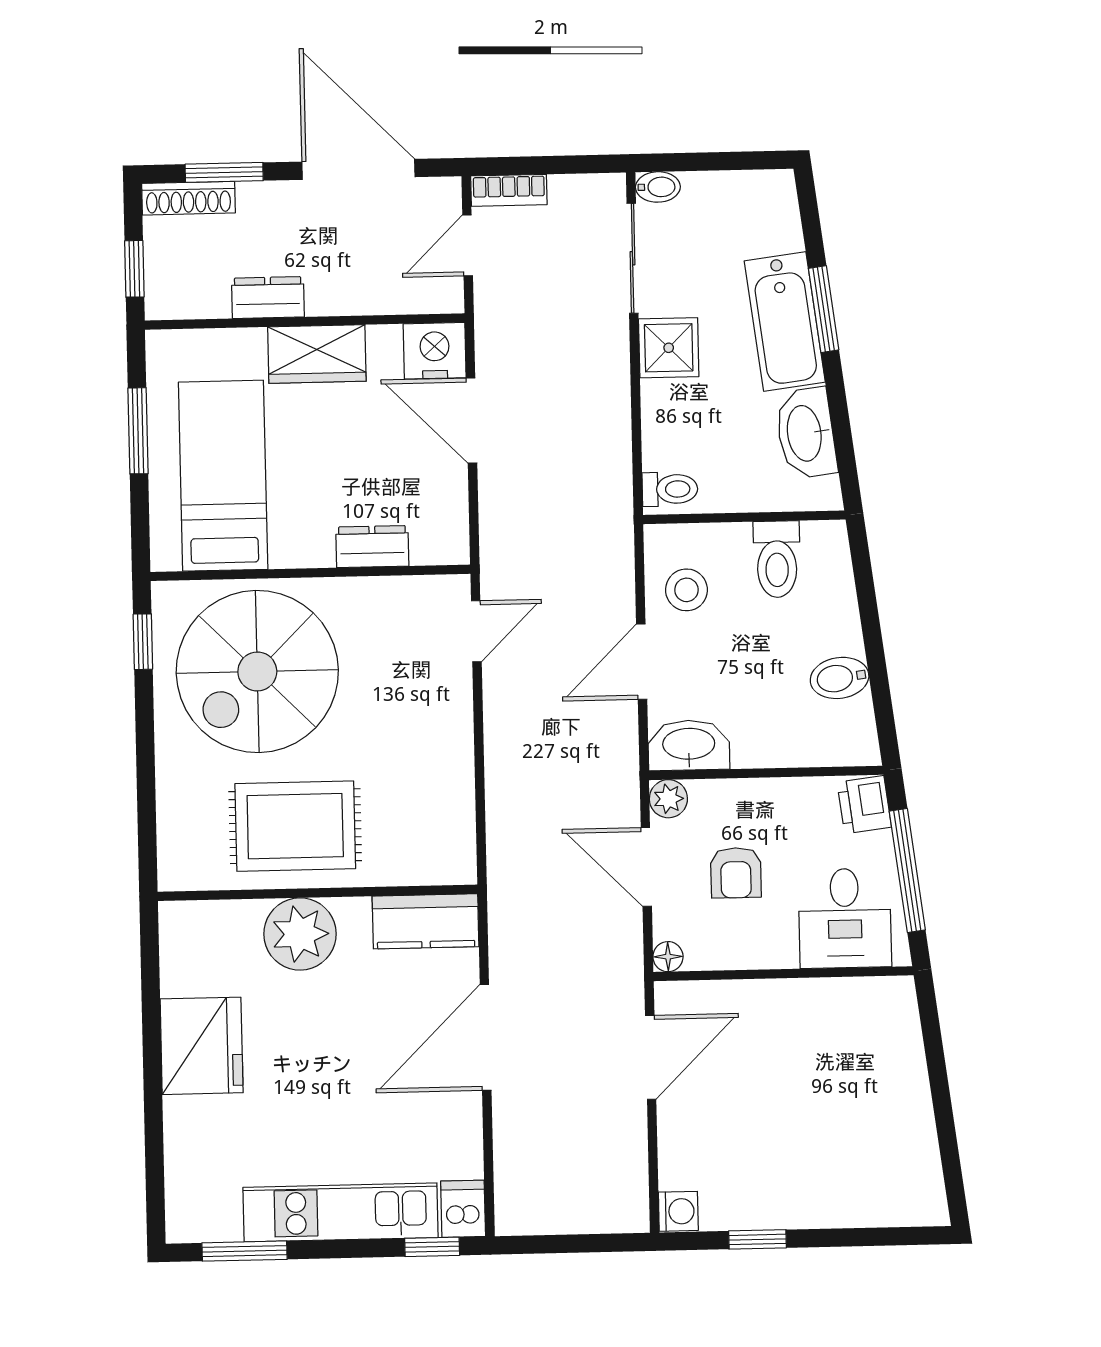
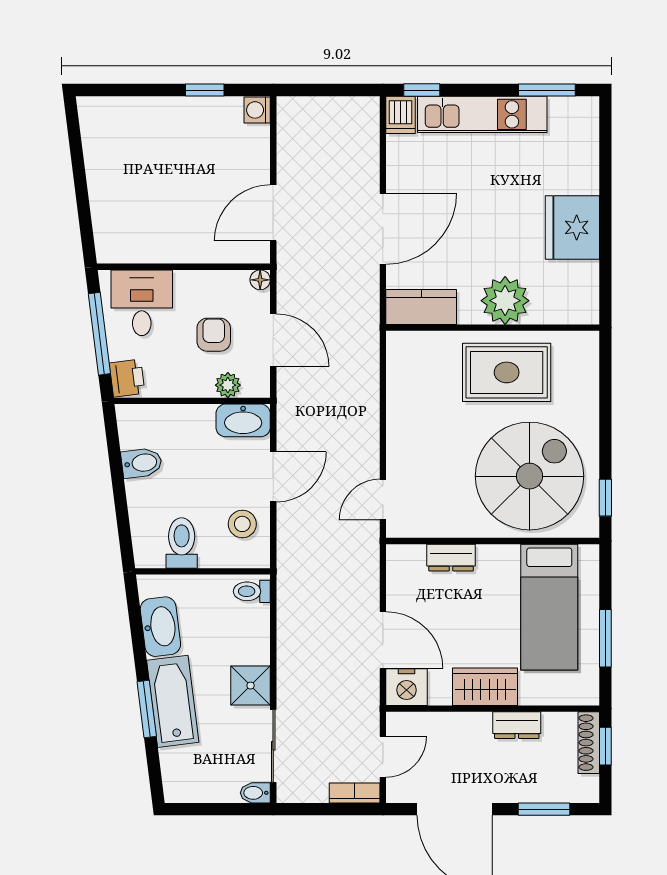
shoe rack: (188, 198) -> (589, 743), moved, turned -90
plant: (668, 799) -> (228, 385), moved

